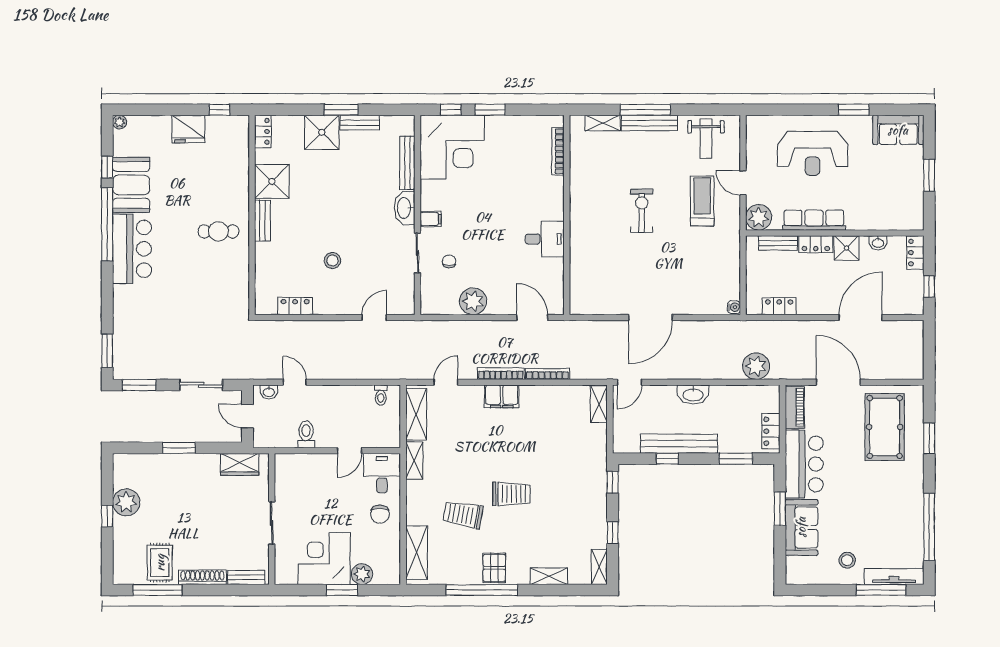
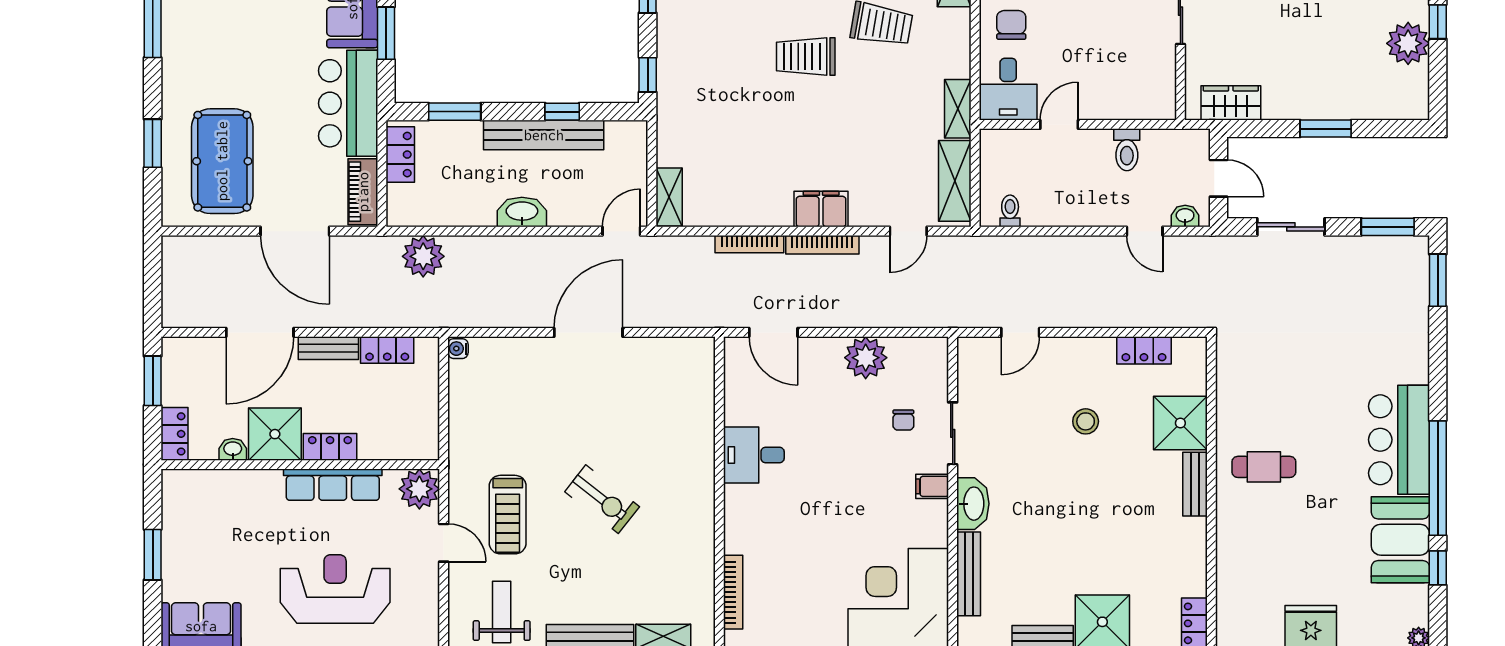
shower: (272, 181) -> (1180, 423), moved
exercise bike: (642, 211) -> (602, 499), turned -52
bench: (778, 243) -> (328, 348), moved
shower: (847, 248) -> (275, 434), width x1.36, depth x1.36
window: (929, 286) -> (153, 381), width x1.50

